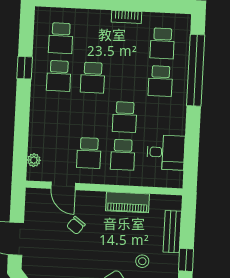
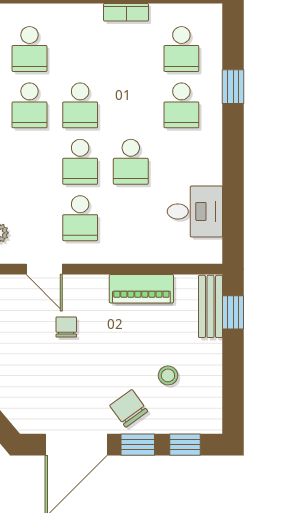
window: (196, 70) -> (233, 87), width x0.32
school desk: (123, 155) -> (80, 162), moved
chair: (76, 225) -> (66, 327), turned 143
bench: (172, 232) -> (210, 306), moved
window: (186, 260) -> (233, 312), moved

